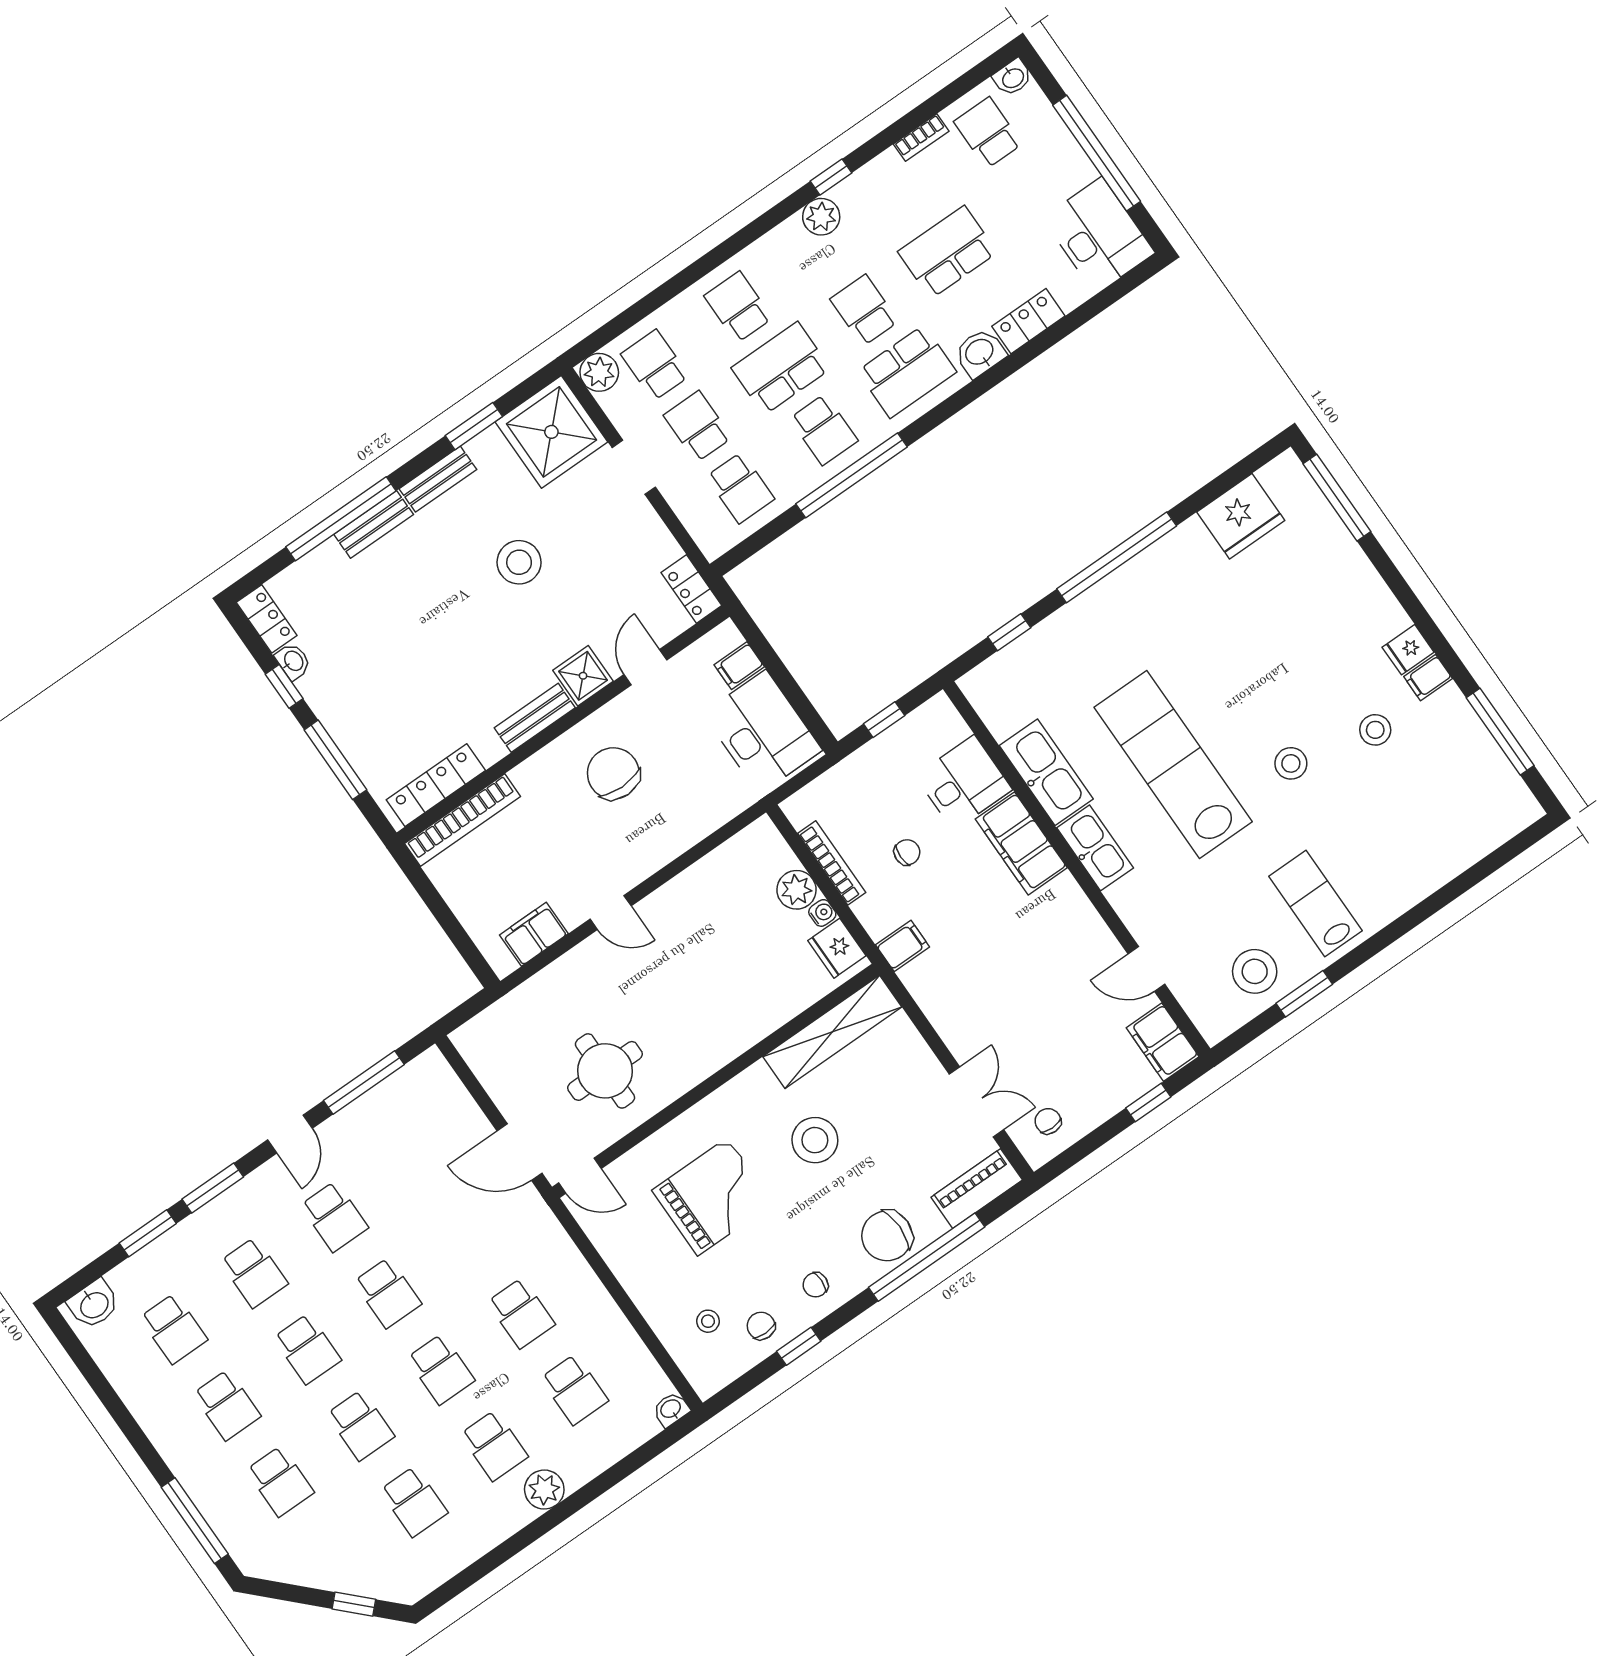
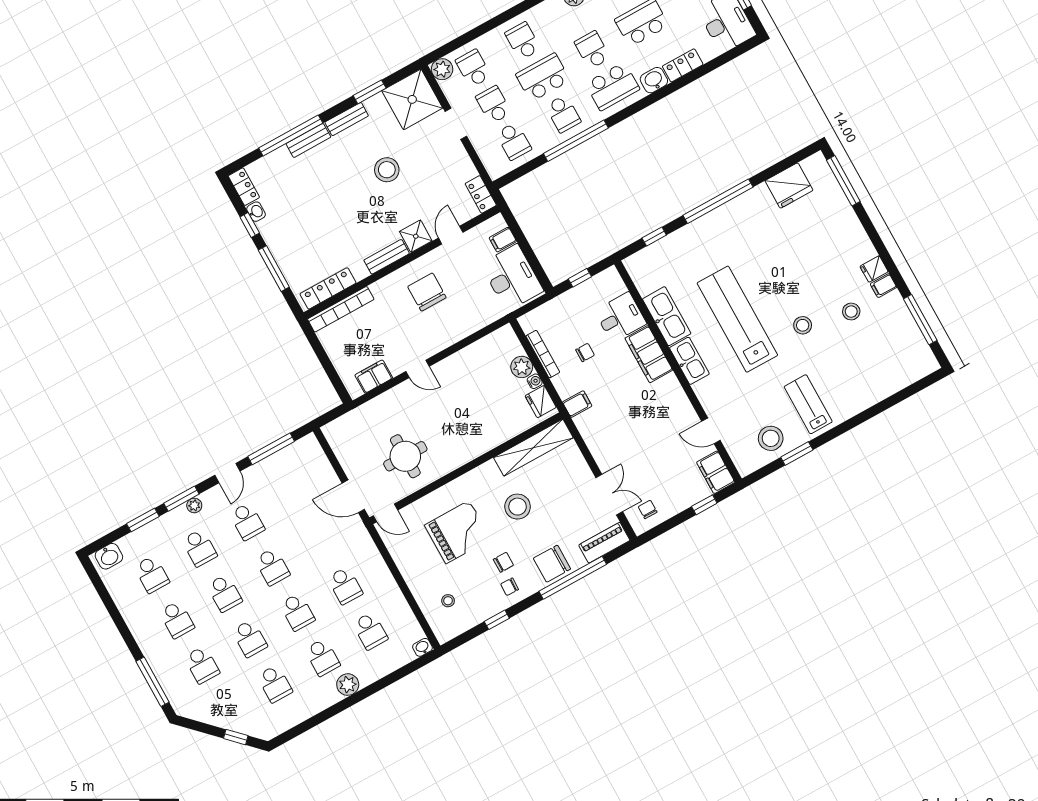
plant: (237, 1198) -> (194, 505), added
chair: (761, 1326) -> (503, 562), moved, turned 90

